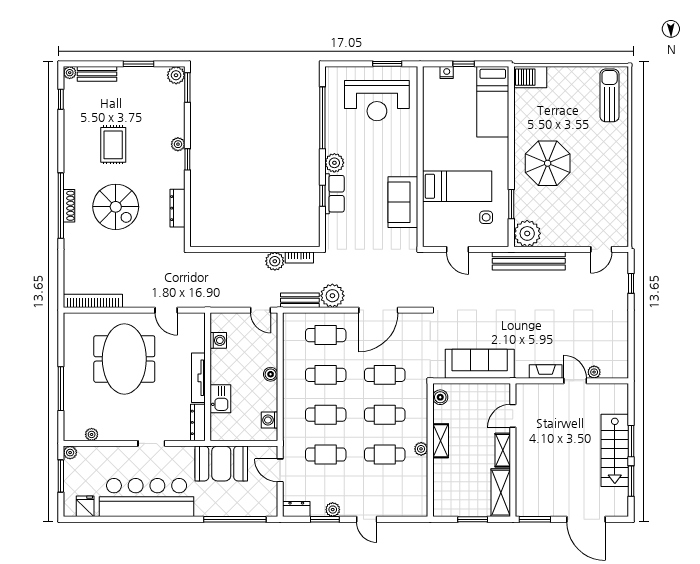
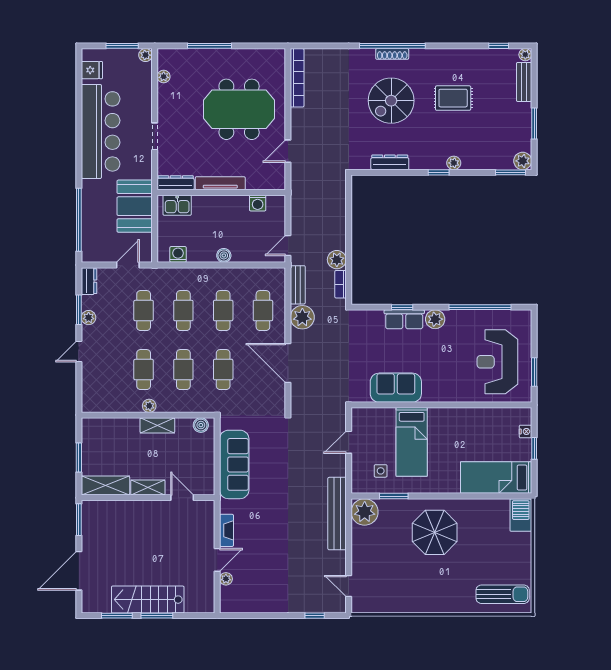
kitchen sink: (220, 399) -> (177, 205), moved

